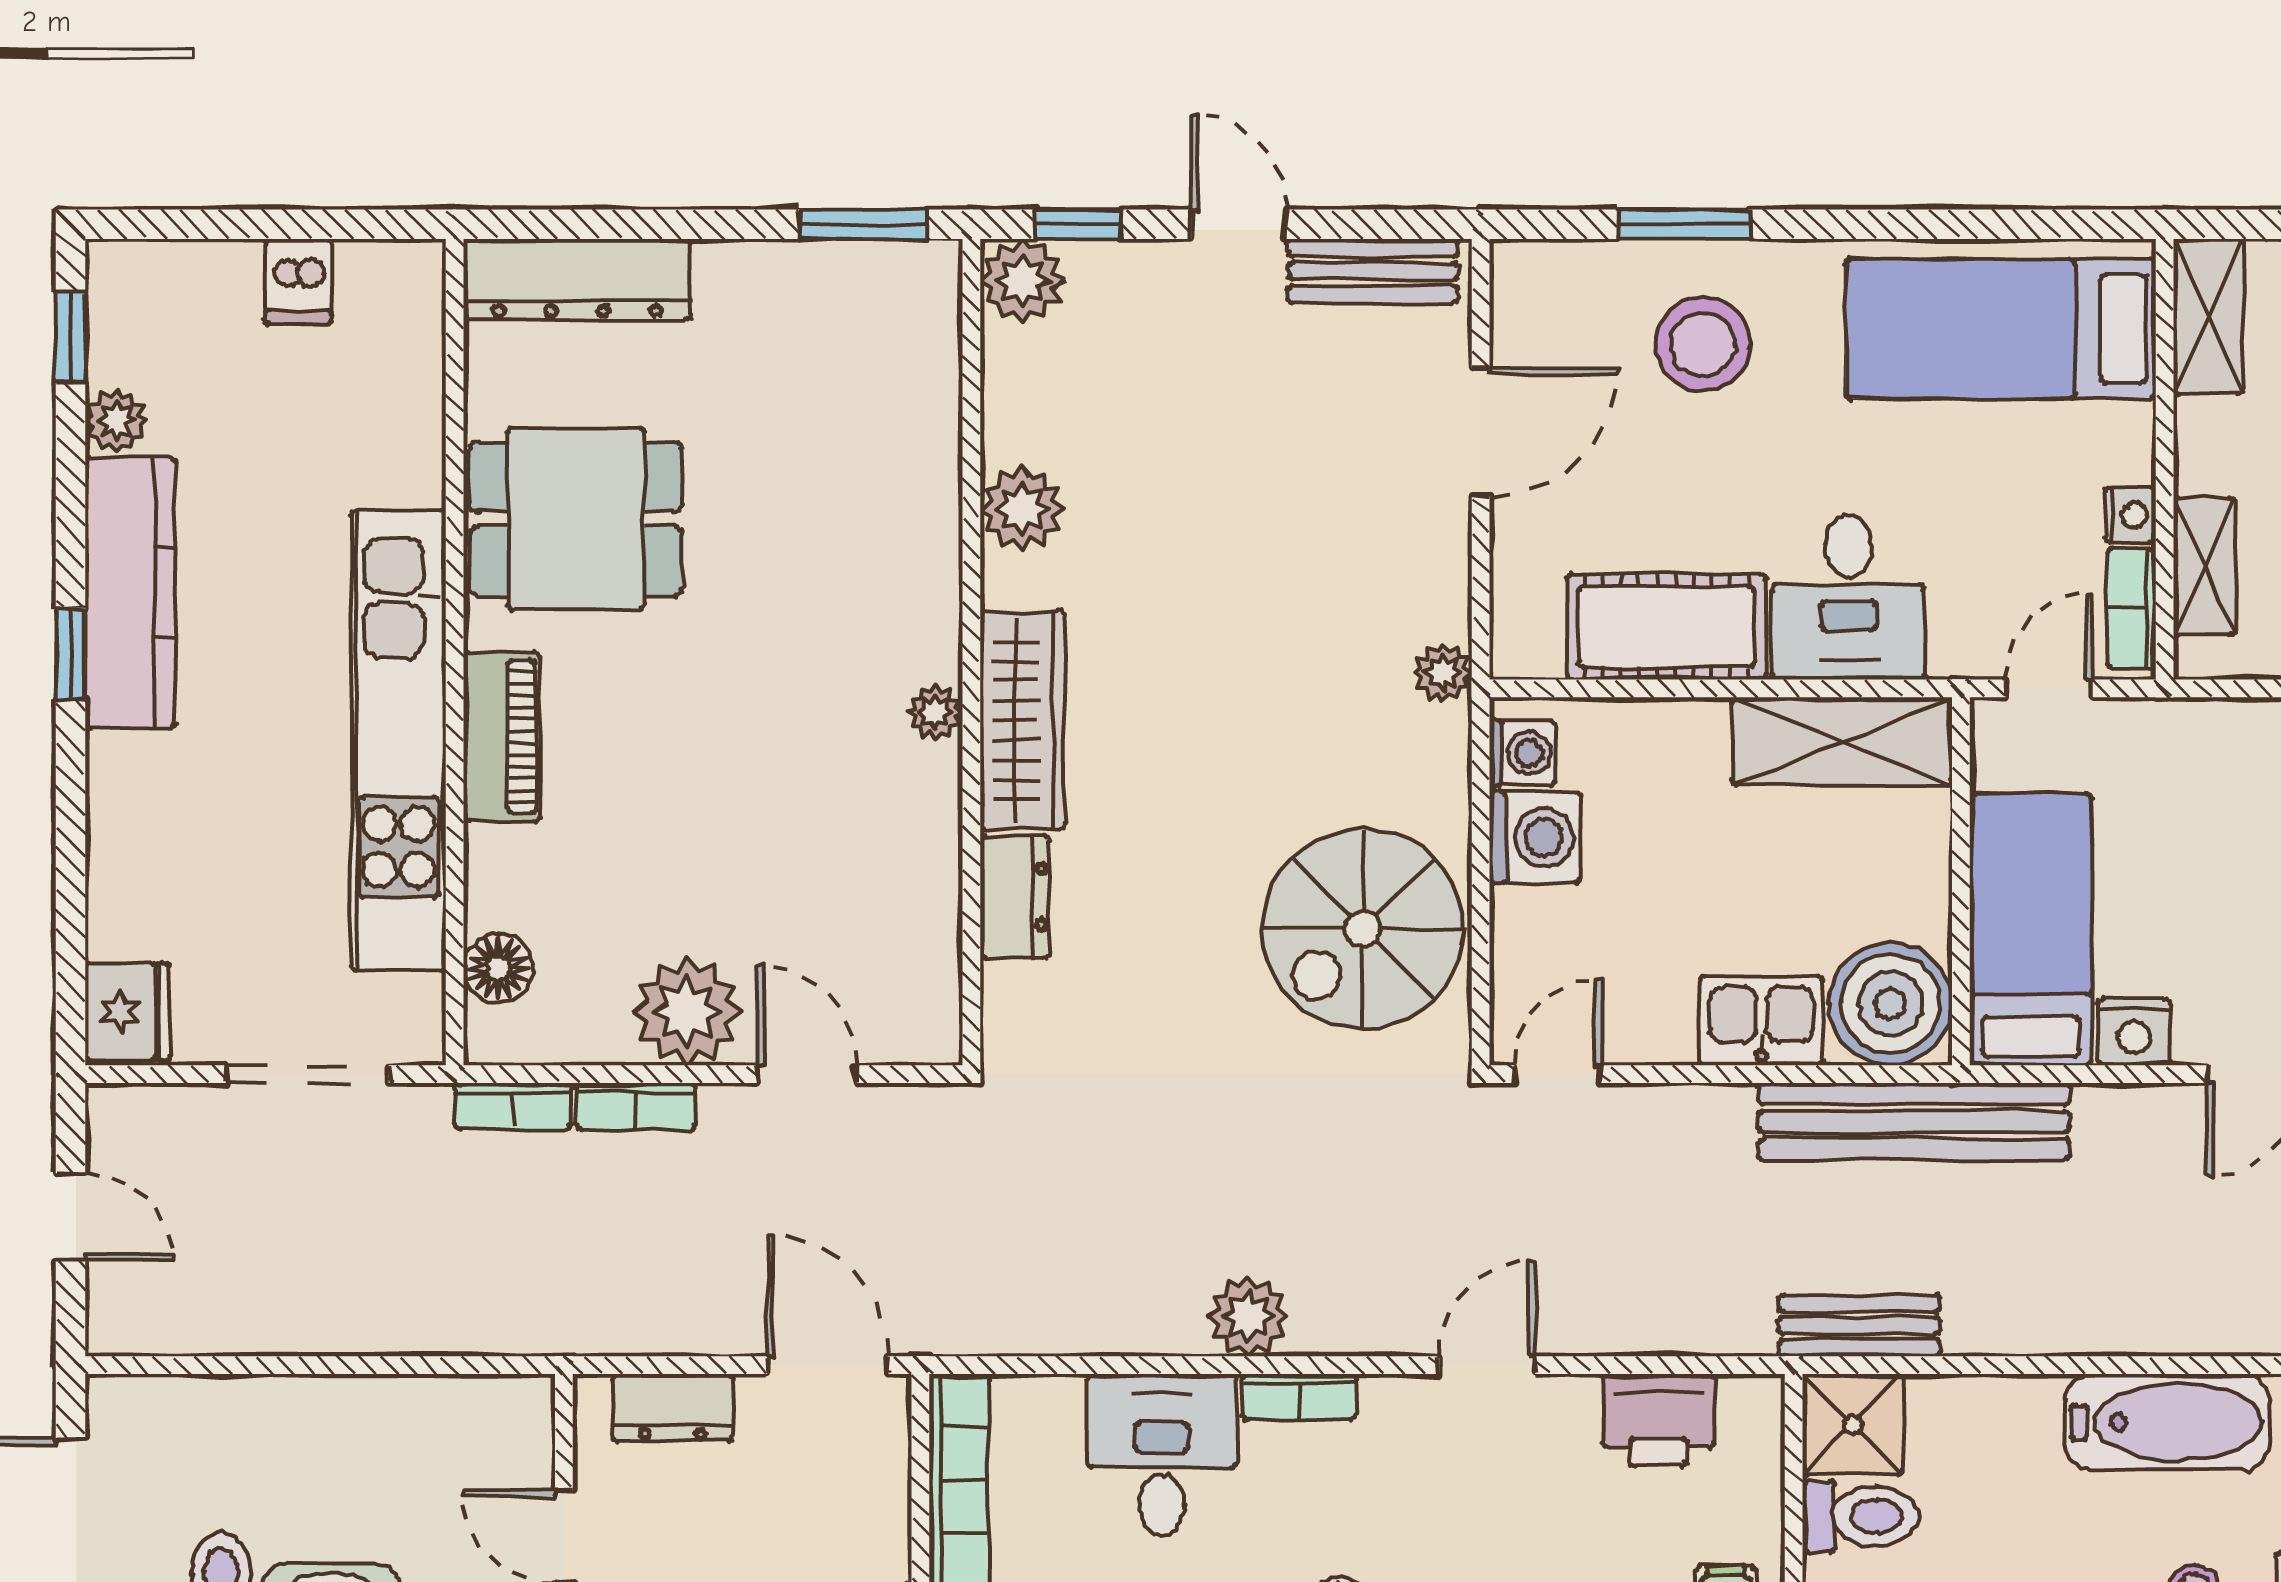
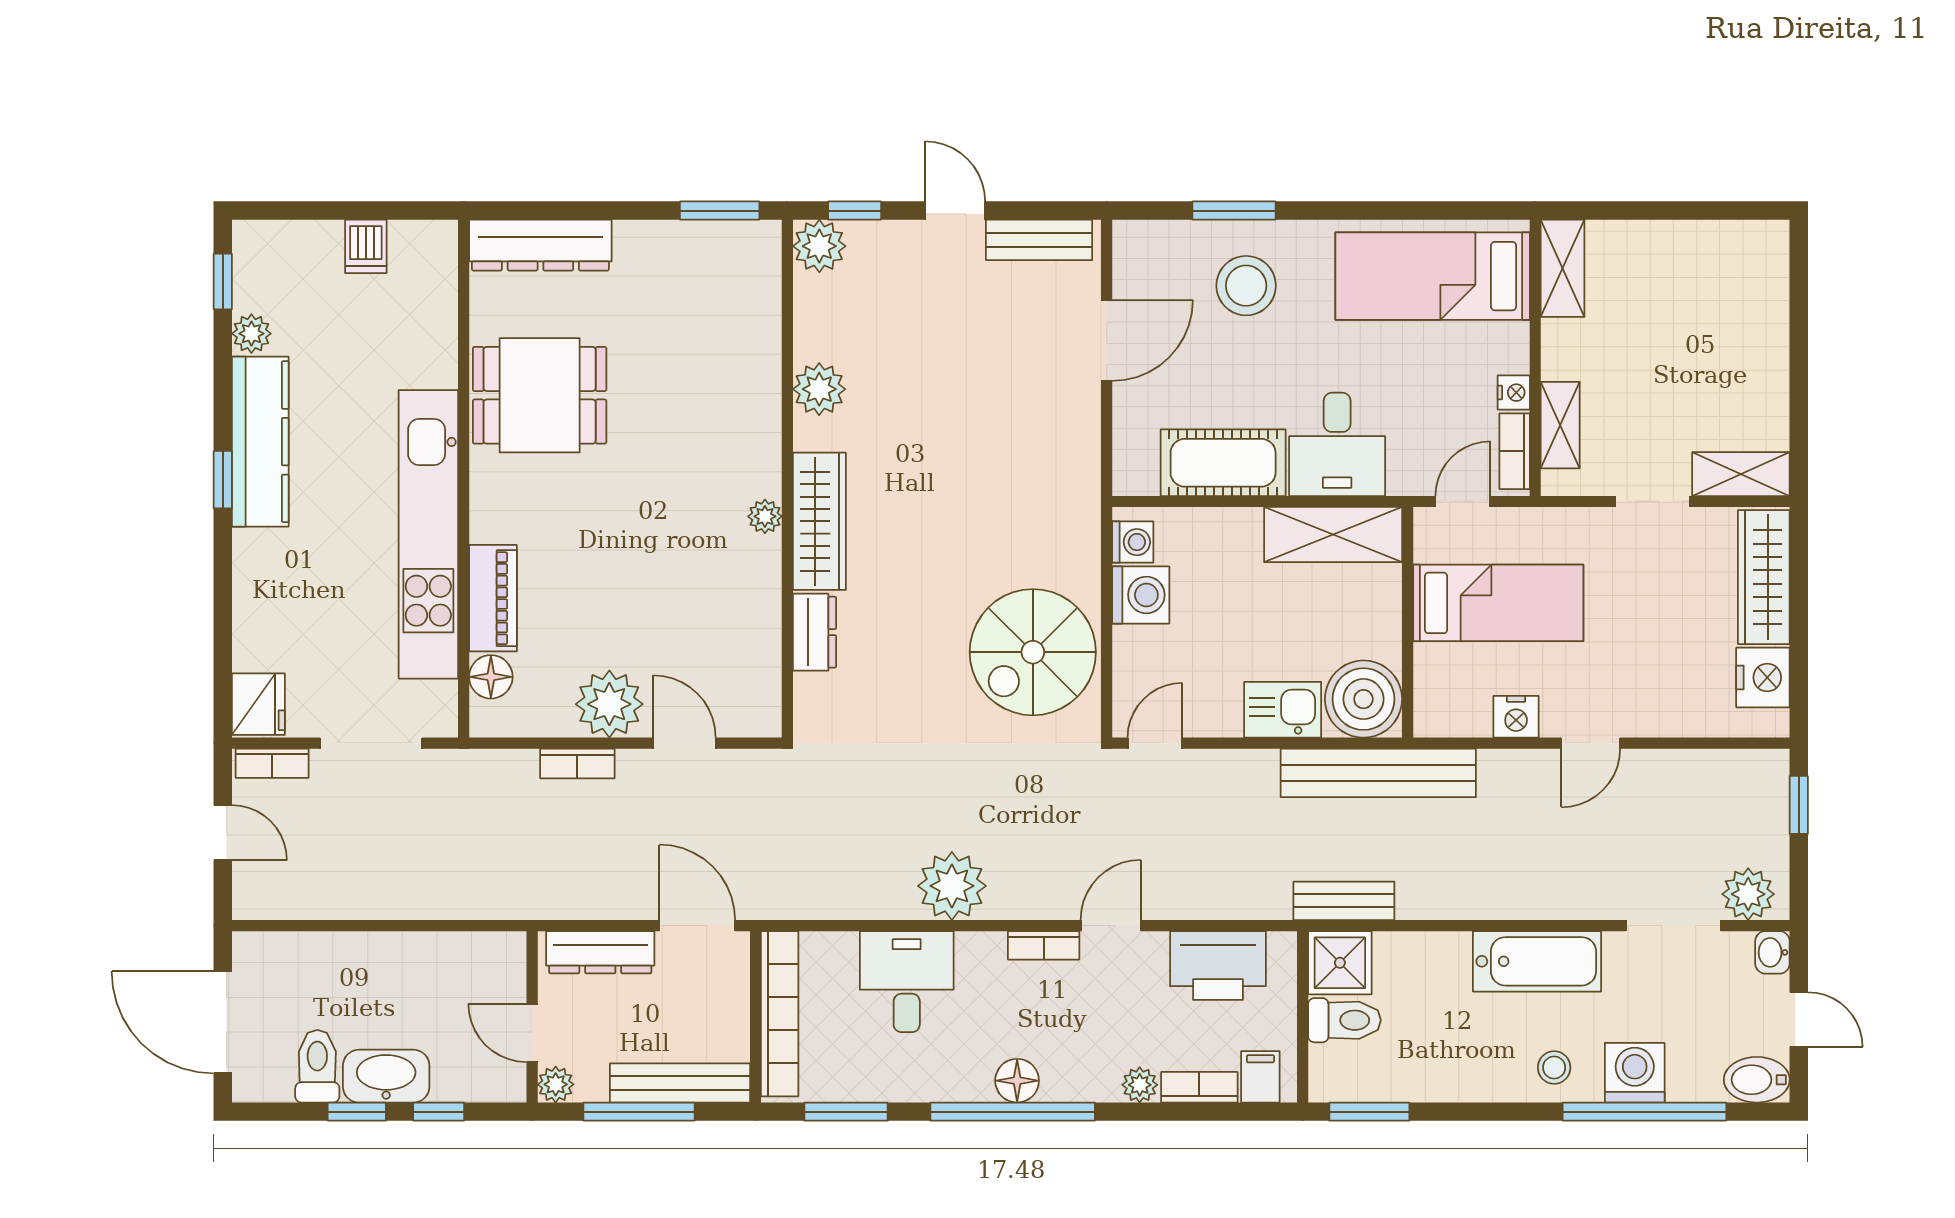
plant: (1443, 673) -> (1083, 492), removed
piano: (501, 737) -> (493, 598), moved
bed: (2031, 929) -> (1498, 603), moved, turned 90
bookcase: (513, 1106) -> (272, 763), moved
plant: (1248, 1316) -> (952, 886), width x1.36, depth x1.36
bookcase: (1299, 1397) -> (1044, 945), moved
dresser: (673, 1408) -> (600, 952), width x1.44
printer: (1658, 1420) -> (1218, 965), width x1.37, depth x1.19

